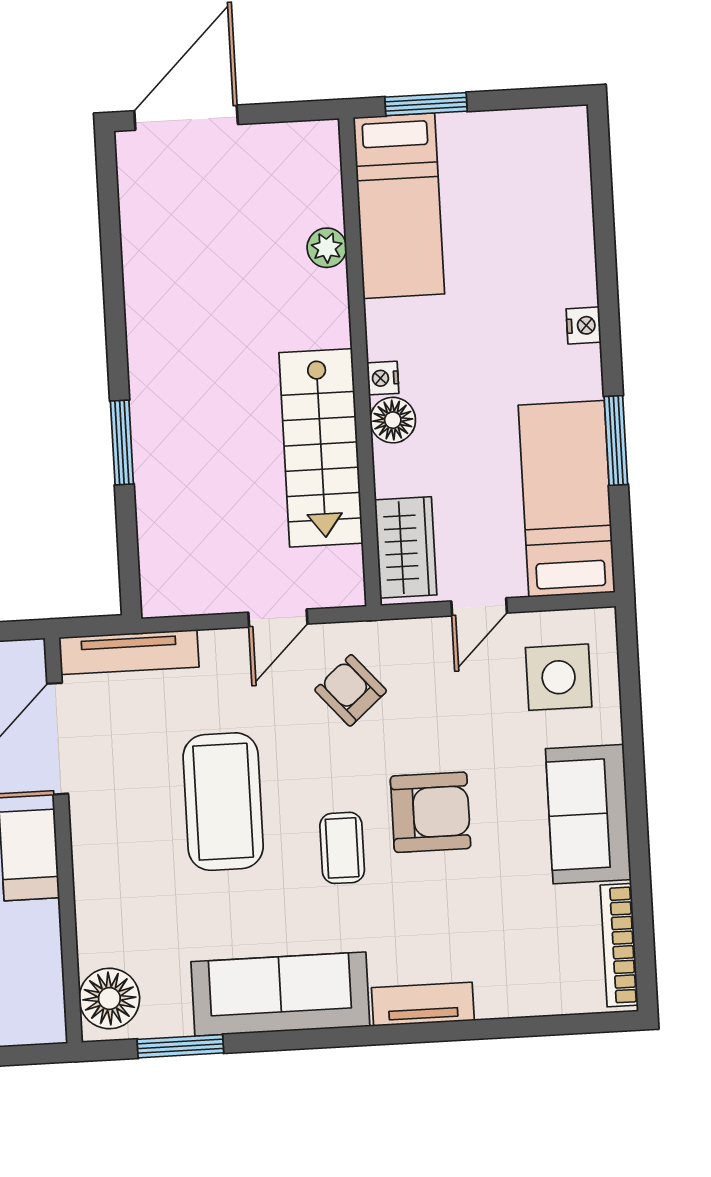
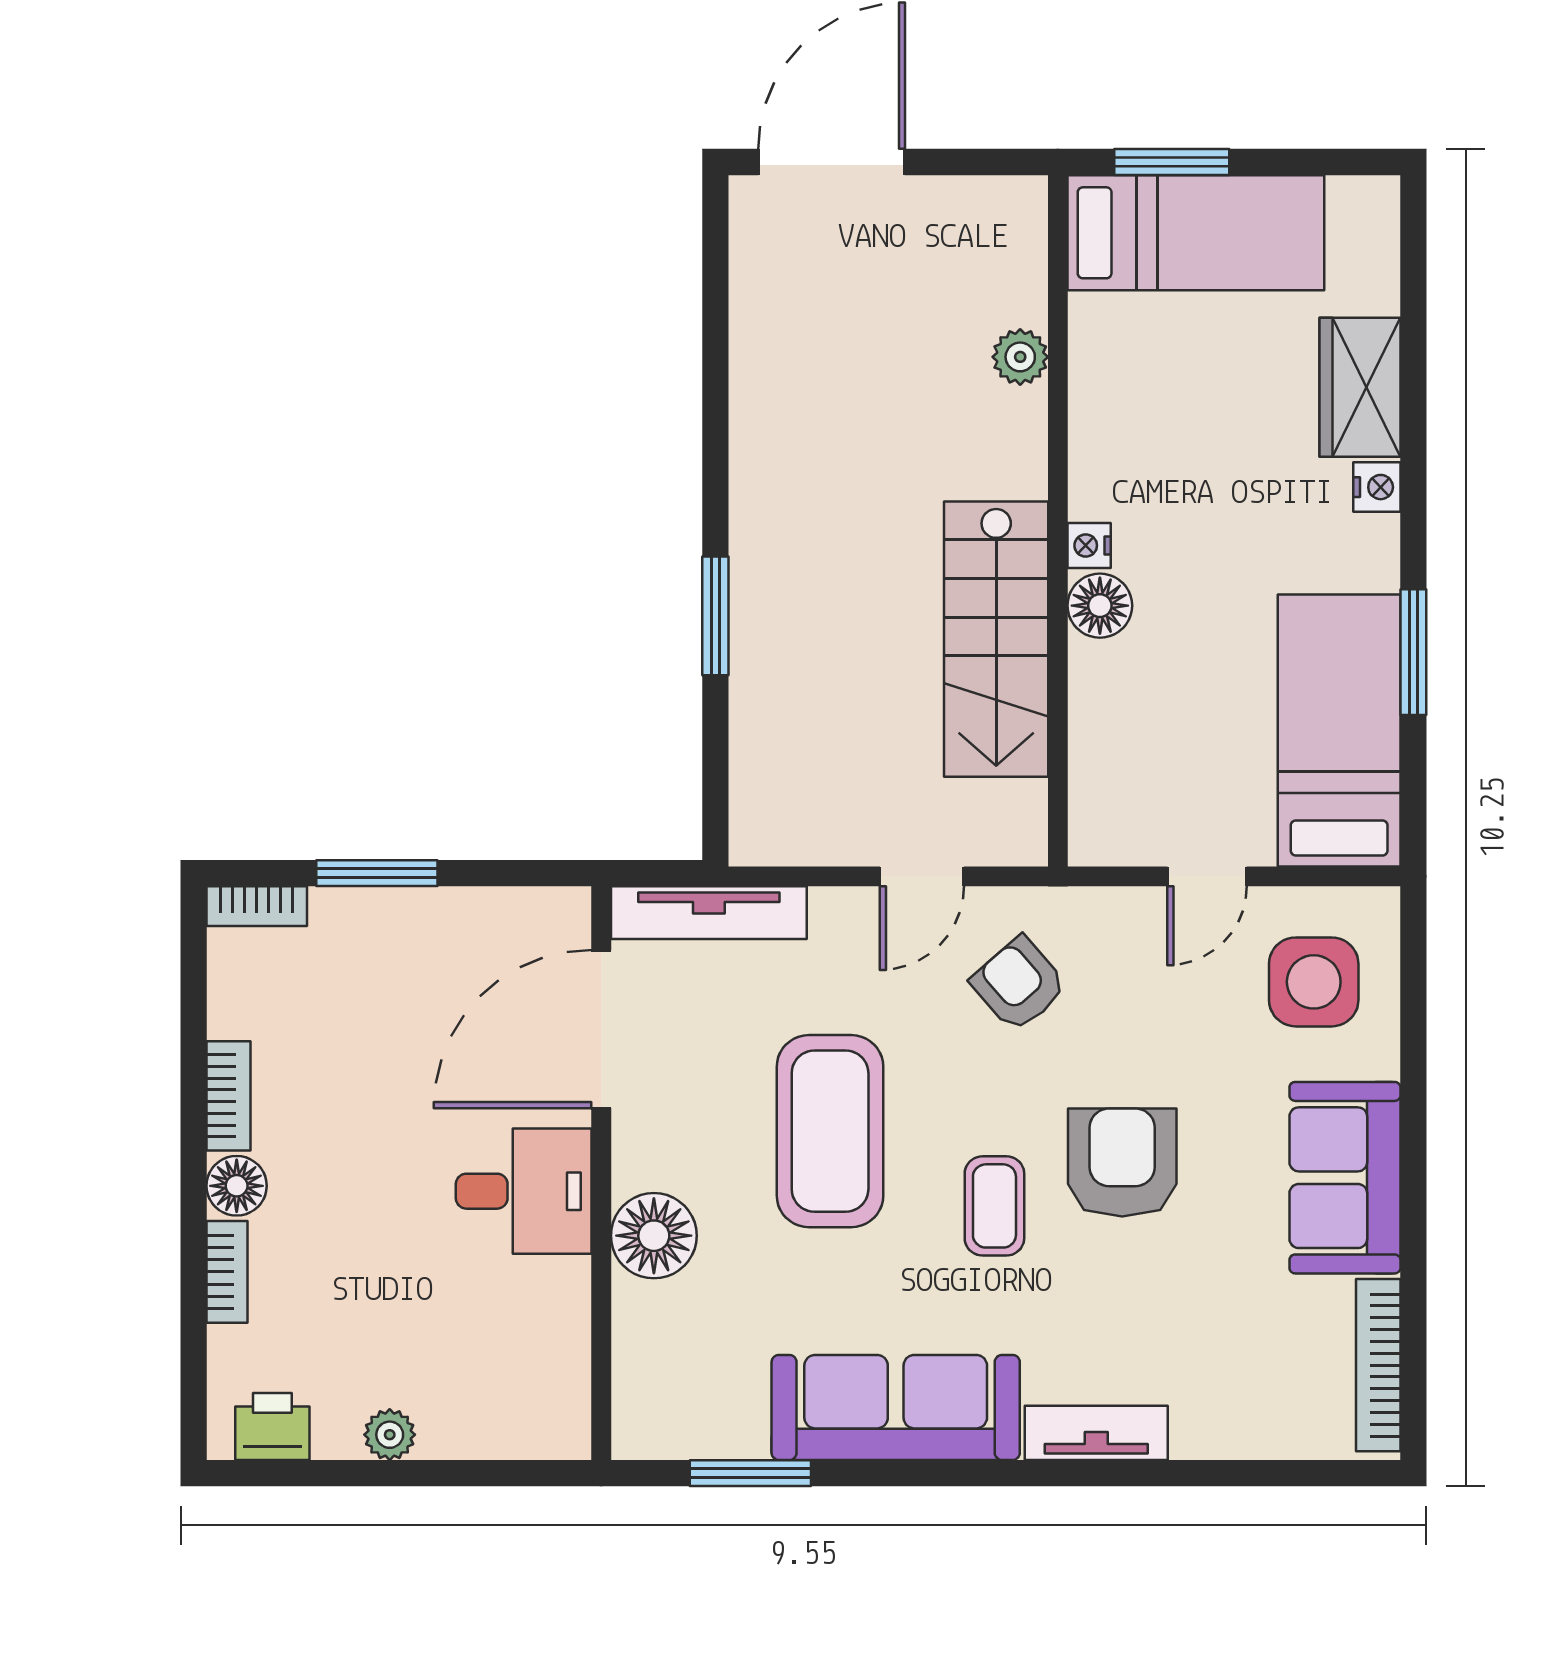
bed: (399, 206) -> (1196, 233), moved, turned -90
wardrobe: (406, 547) -> (1360, 387), moved, turned 180
armchair: (431, 812) -> (1122, 1162), turned -90
floor lamp: (109, 999) -> (654, 1236), moved

